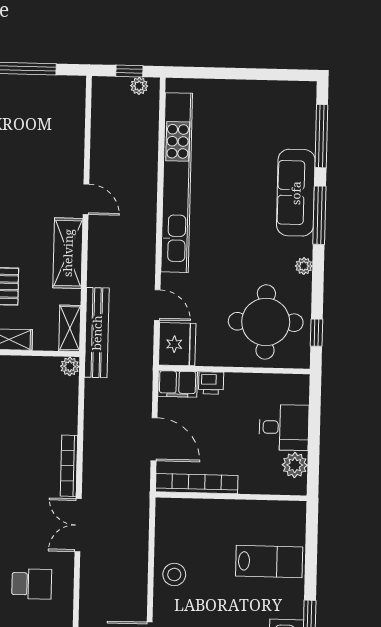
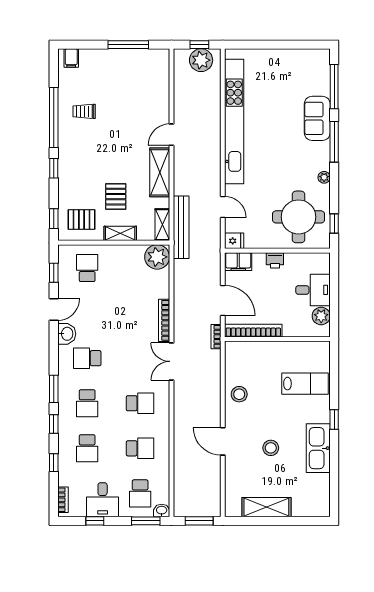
plant: (139, 86) -> (201, 60), width x1.87, depth x1.87
sofa: (296, 193) -> (317, 118), width x0.73
door: (86, 199) -> (171, 135), swing flipped
fridge: (177, 344) -> (234, 241), width x0.53, depth x0.75
plant: (70, 366) -> (157, 257), width x1.88, depth x1.88
printer: (211, 383) -> (275, 260), moved
bookcase: (143, 491) -> (216, 337), added

